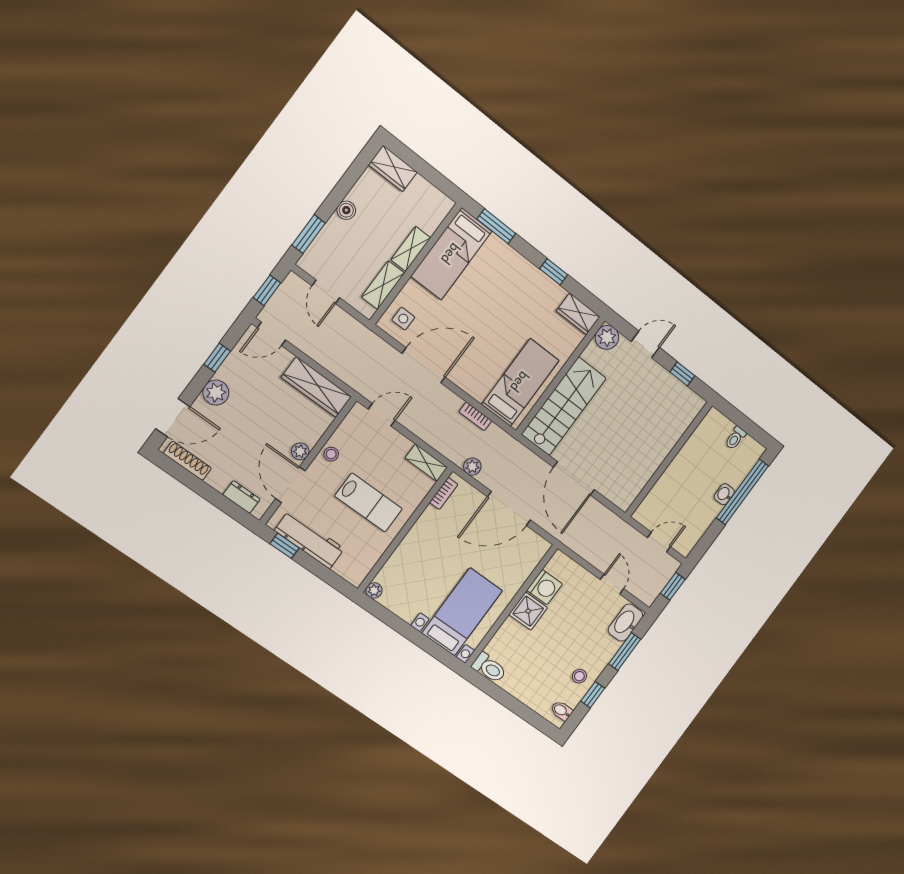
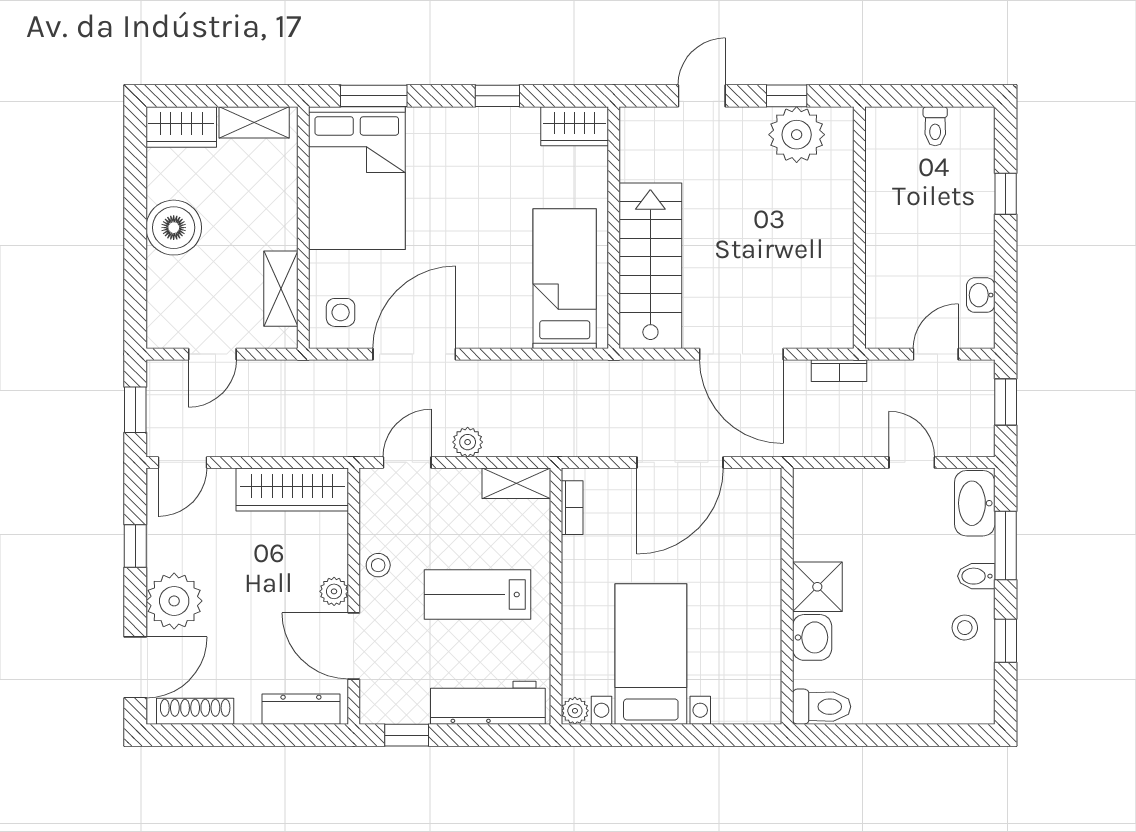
boiler: (346, 210) -> (174, 228), width x1.86, depth x1.86
window: (309, 234) -> (135, 296), removed
shelving: (411, 249) -> (254, 122), moved, turned 90
bed: (451, 254) -> (357, 178), width x1.50
door: (326, 292) -> (212, 354), hinge flipped
plant: (607, 337) -> (797, 135), moved, width x1.36, depth x1.36
plant: (216, 393) -> (174, 601), width x1.36, depth x1.36
bookcase: (475, 416) -> (839, 371), moved
plant: (472, 467) -> (468, 442), moved
window: (742, 492) -> (1006, 194), width x0.32
washbasin: (724, 494) -> (981, 295), moved
dresser: (242, 497) -> (301, 709), width x1.44
lab bench: (369, 502) -> (477, 595), turned 180
workbench: (309, 540) -> (488, 703), moved
washing machine: (545, 587) -> (816, 536), removed
bed with nightstands: (462, 612) -> (651, 654), moved
washbasin: (509, 633) -> (812, 637), added
bidet: (562, 711) -> (976, 576), moved

